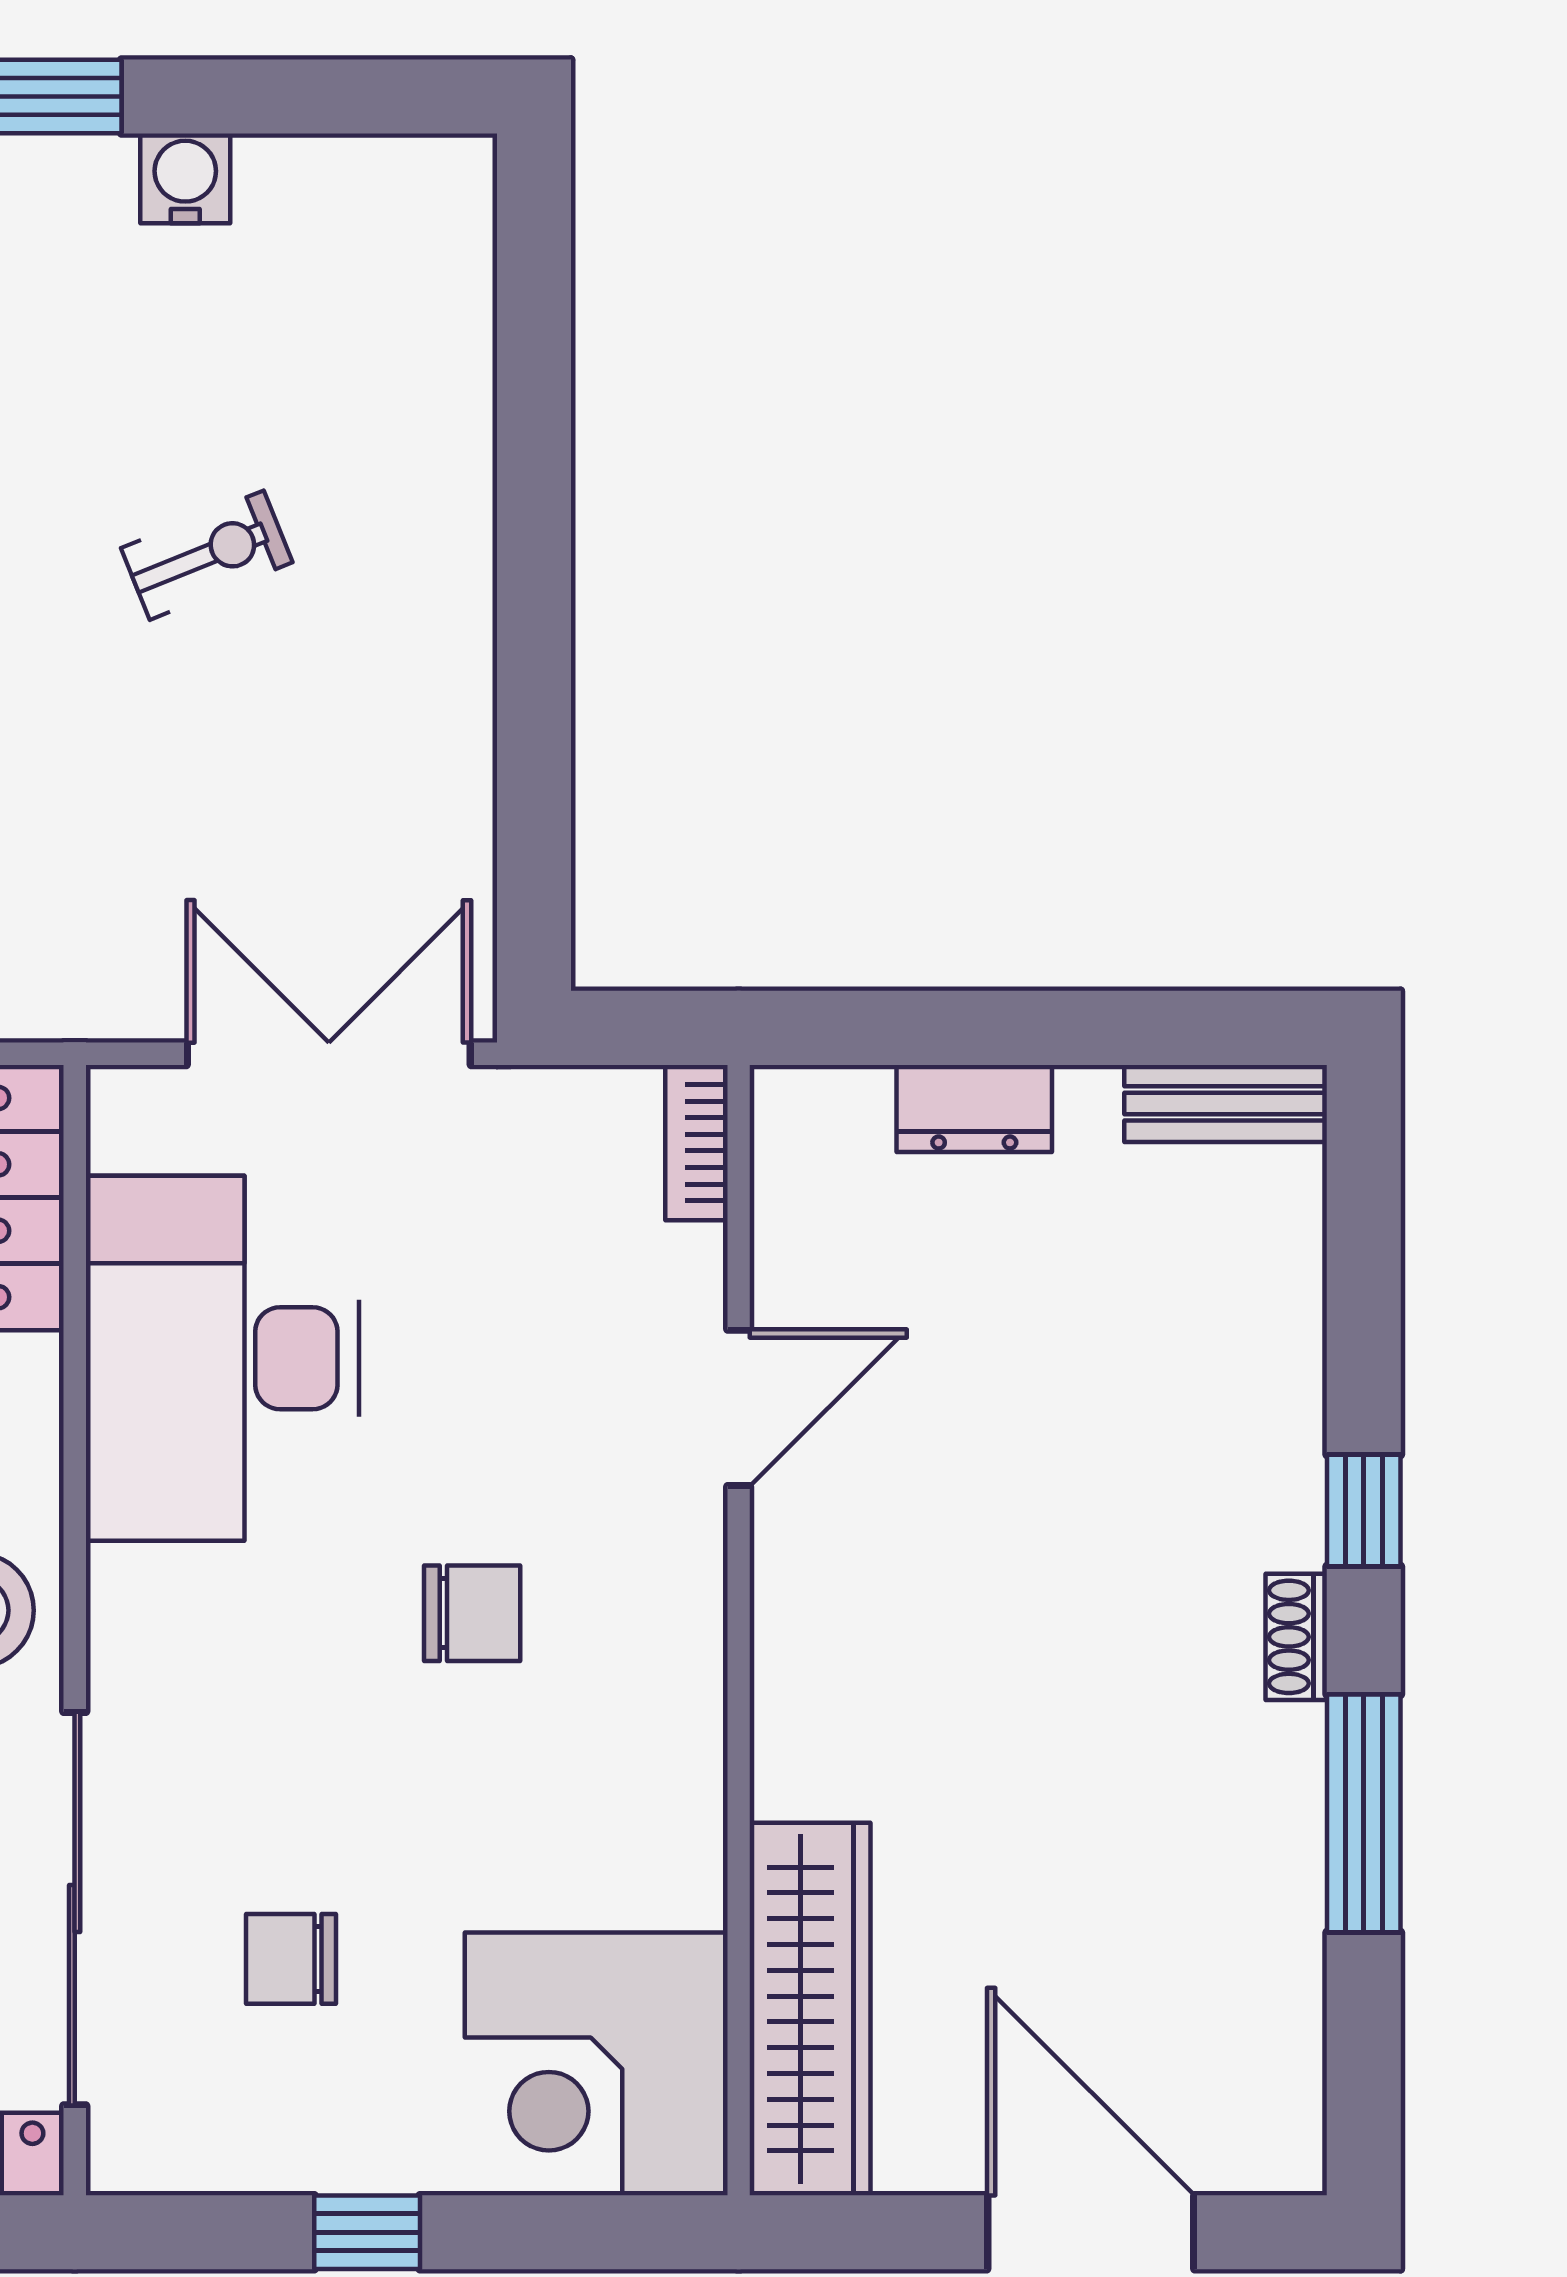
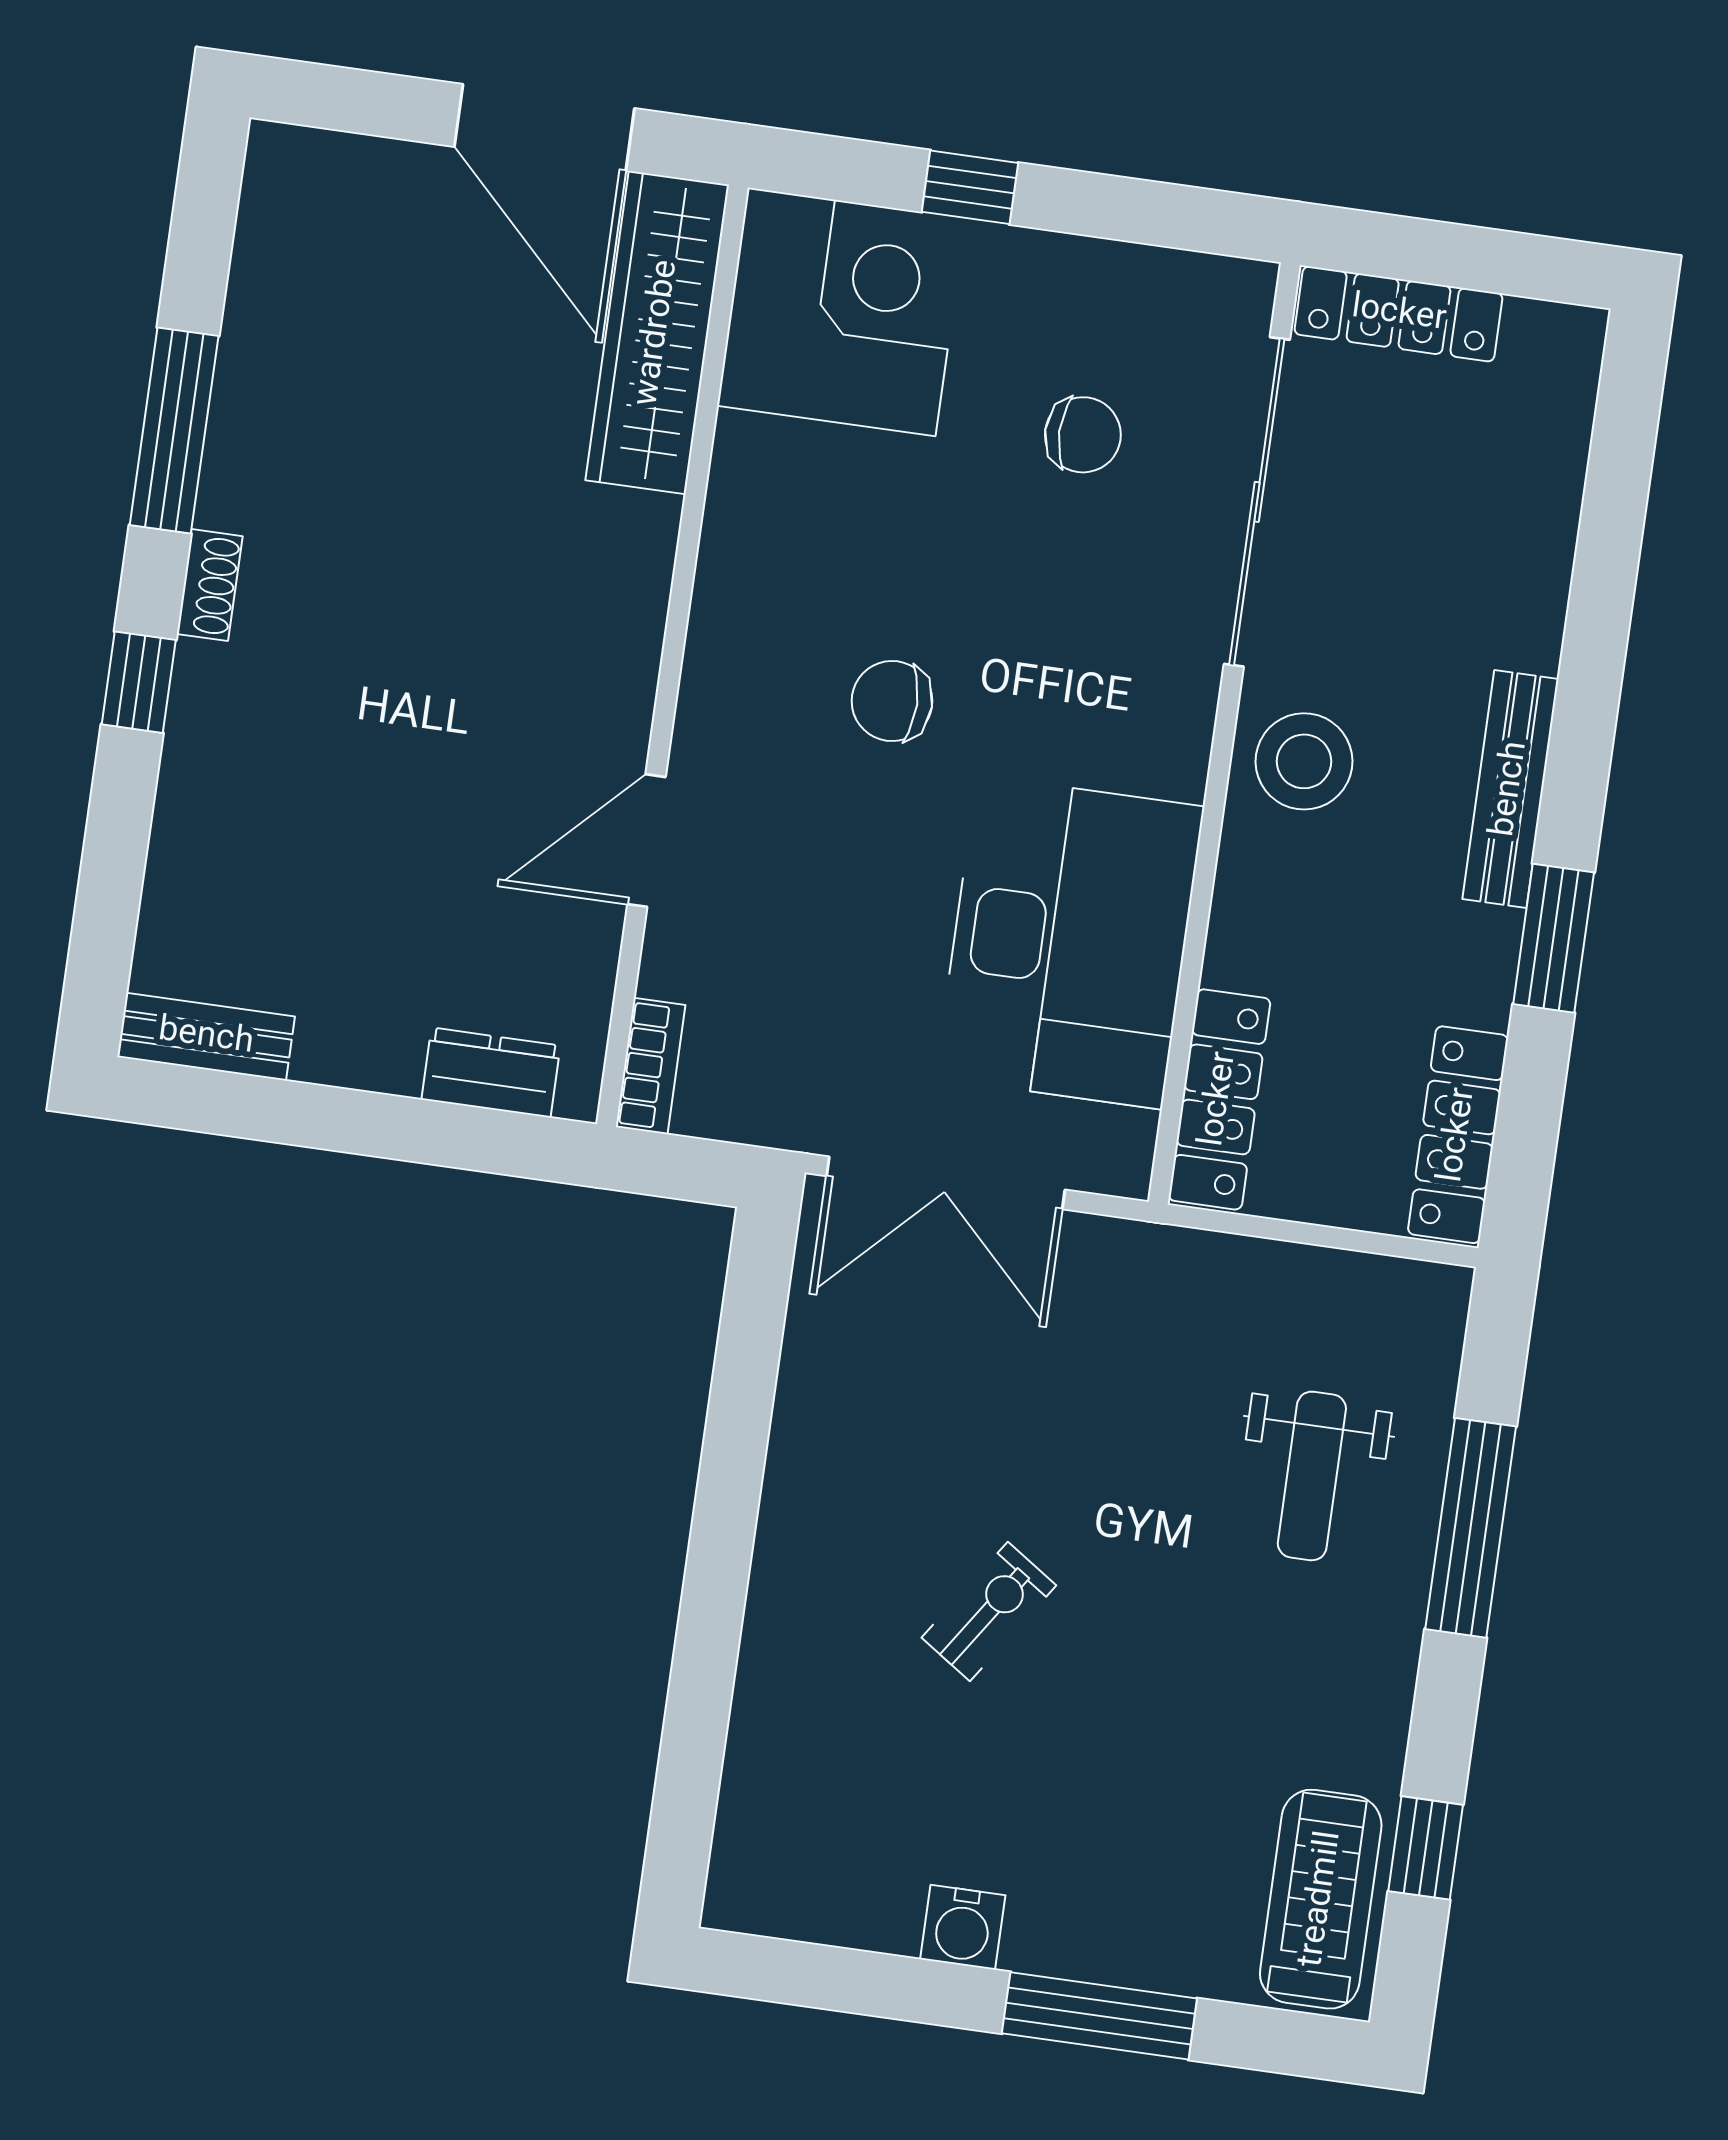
exercise bike: (207, 555) -> (989, 1612), turned 146
dresser: (974, 1108) -> (491, 1073), moved
window: (367, 2232) -> (970, 187), moved
door: (1091, 2232) -> (544, 127), moved

